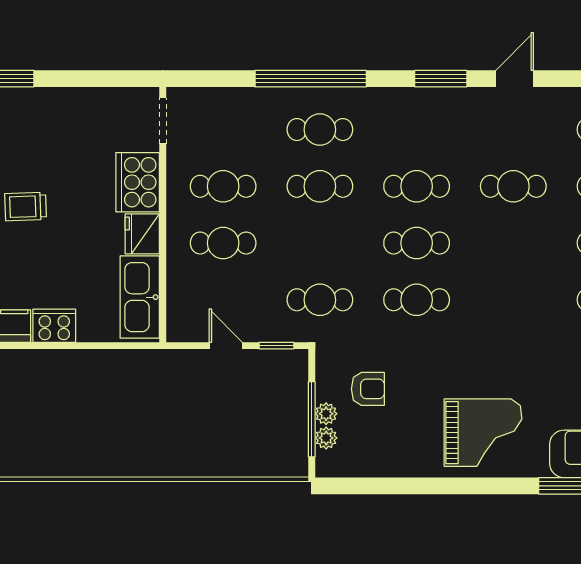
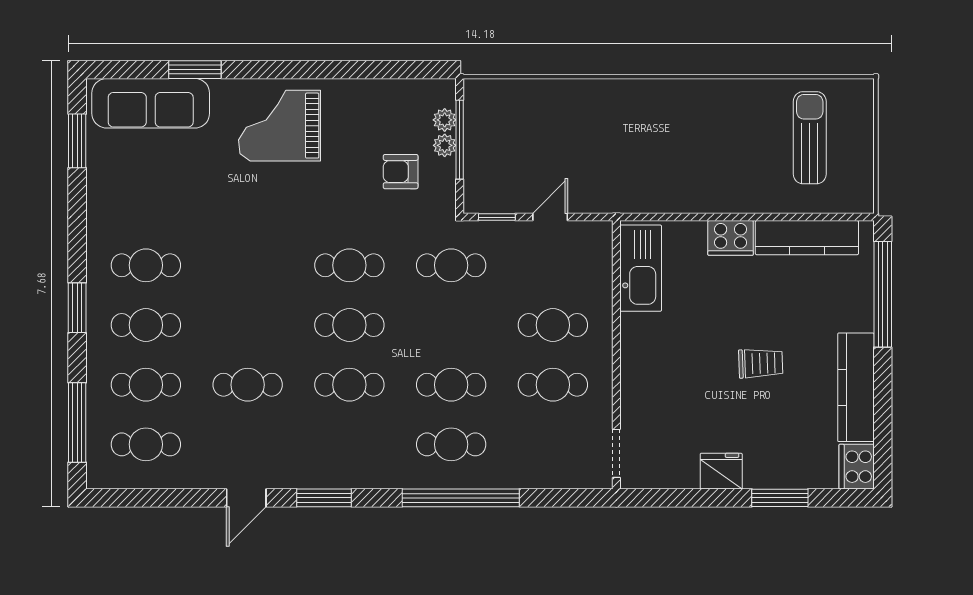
cooker: (138, 182) -> (643, 389), removed
fridge: (142, 234) -> (721, 471), moved, turned -90
door: (226, 346) -> (550, 217), swing flipped

